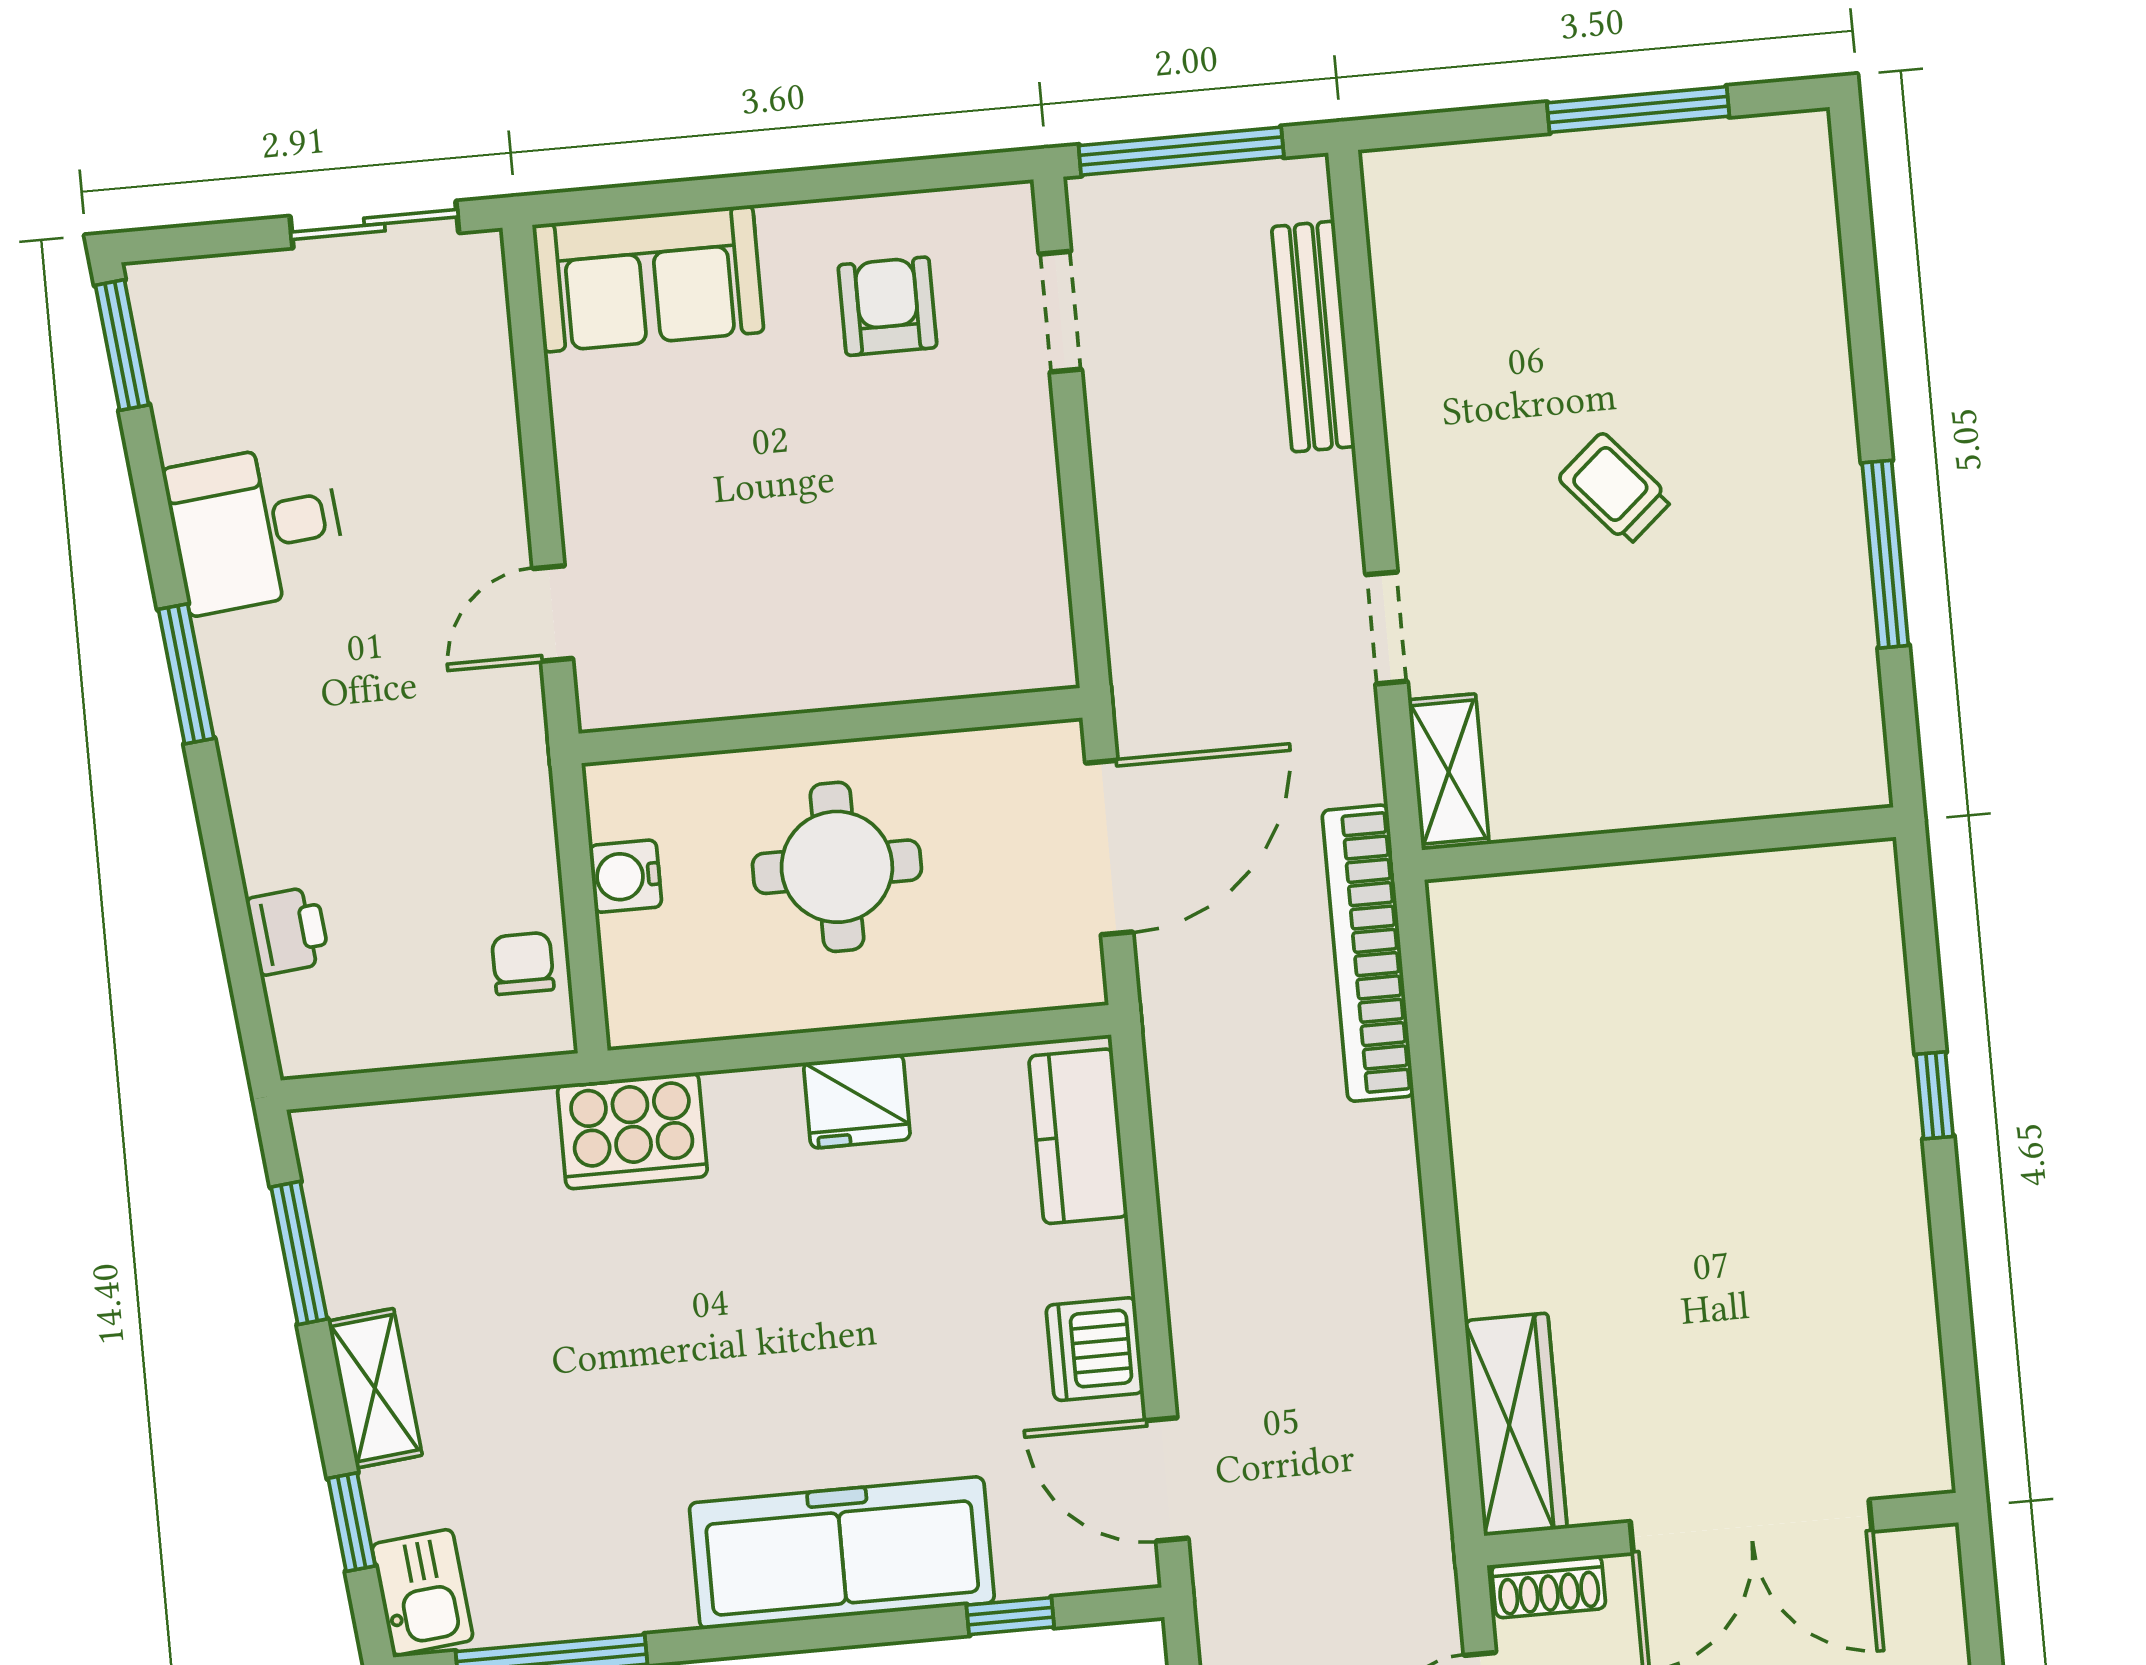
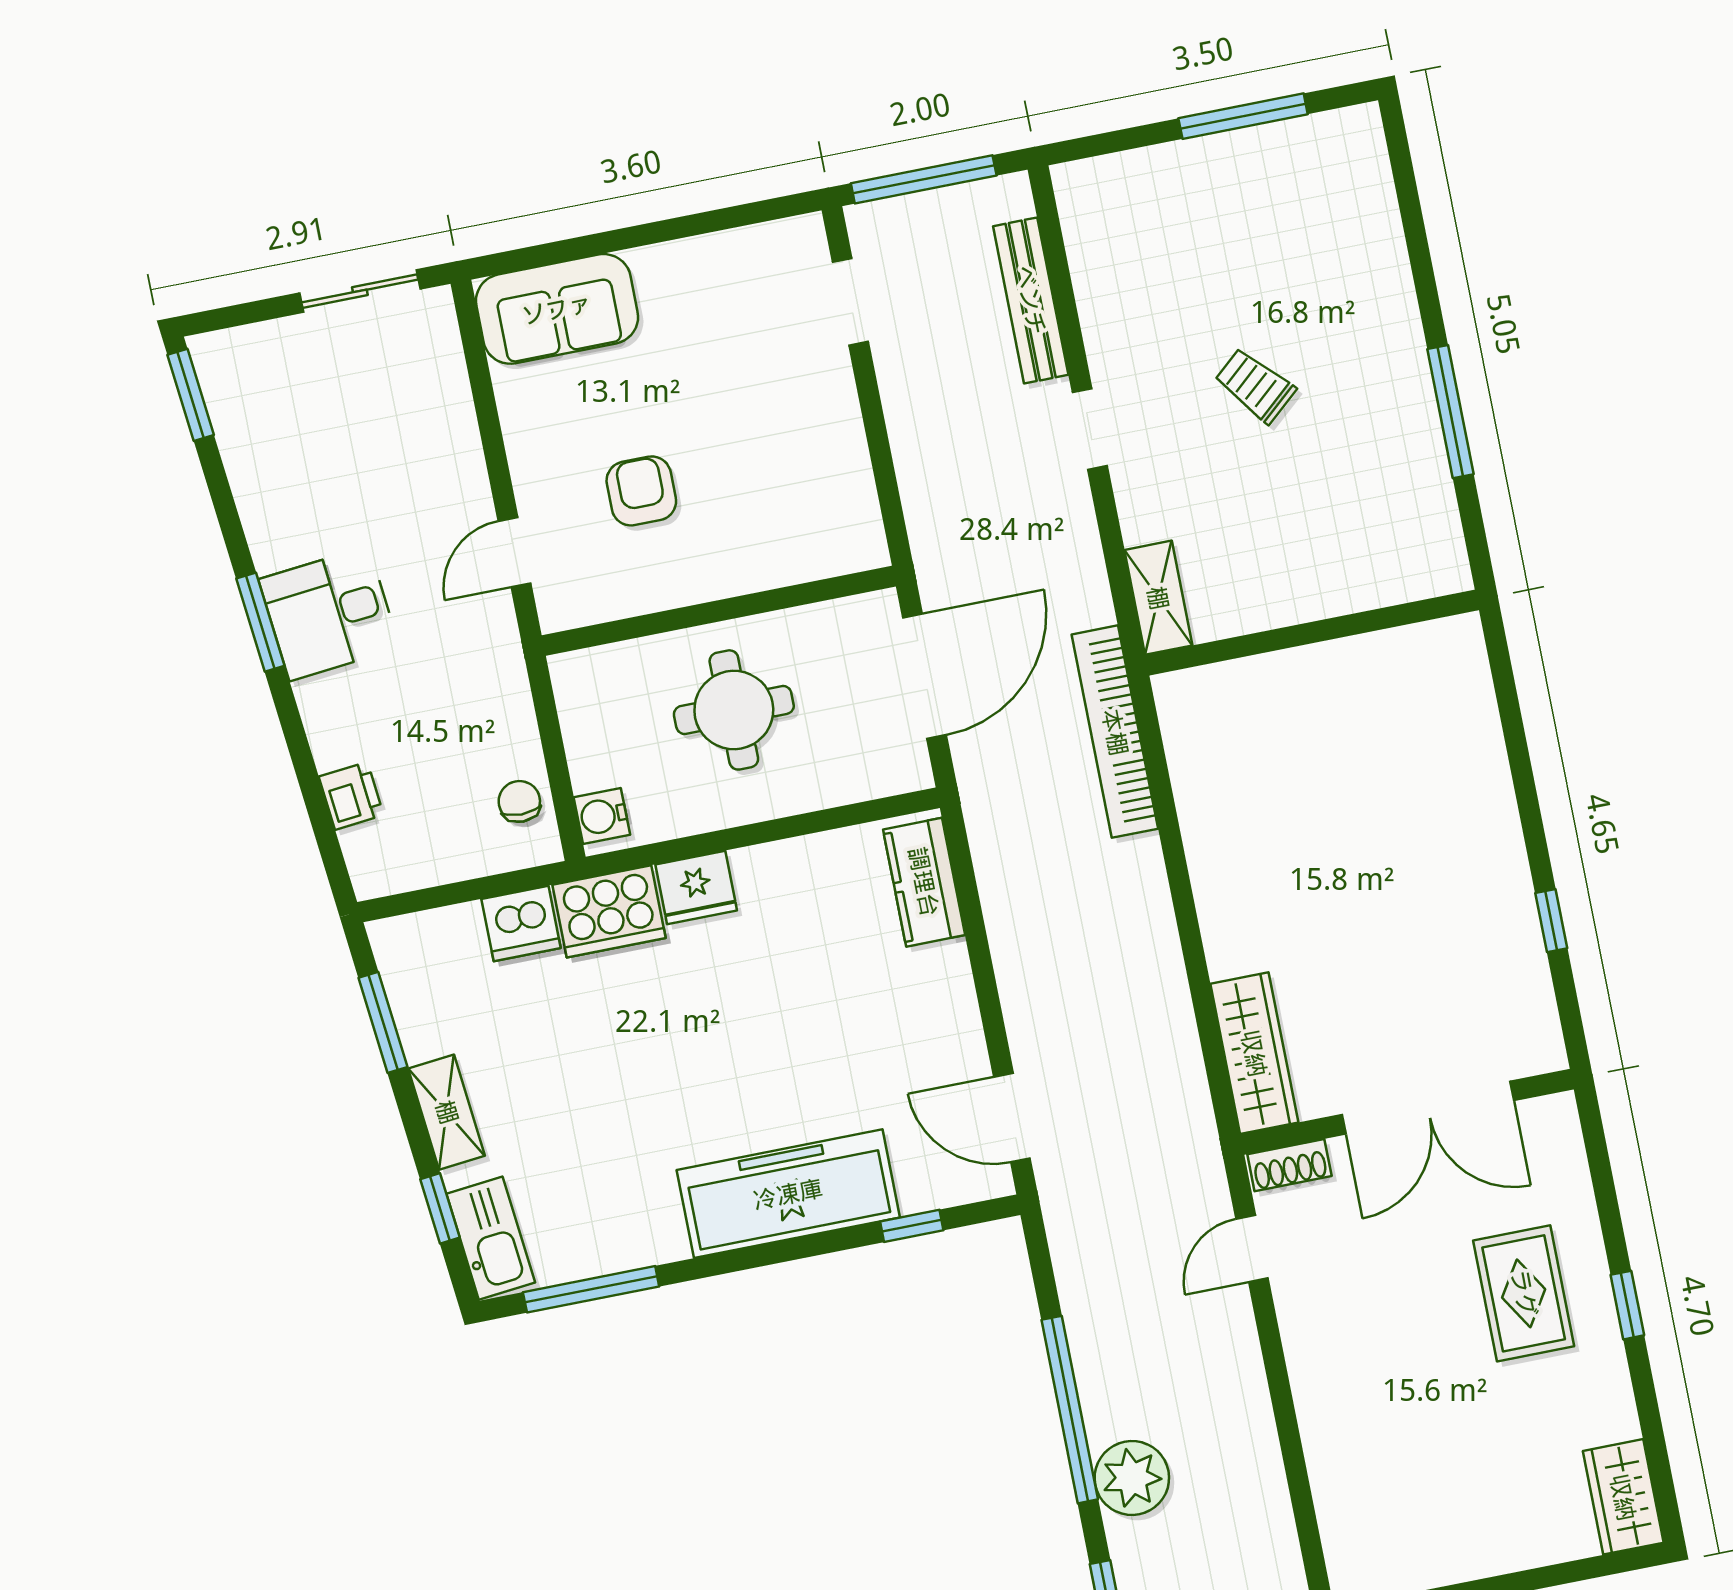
armchair: (887, 306) -> (641, 491), moved
desk: (256, 528) -> (329, 614), moved
doorway: (1387, 628) -> (1090, 429), moved
water cooler: (625, 876) -> (602, 816), moved
window: (1935, 1095) -> (1551, 921), moved
fridge: (857, 1101) -> (696, 887), moved
dishwasher: (1095, 1349) -> (521, 923), moved, turned -90
kitchen sink: (422, 1592) -> (491, 1238), width x1.38

